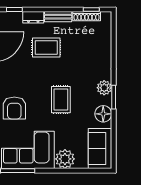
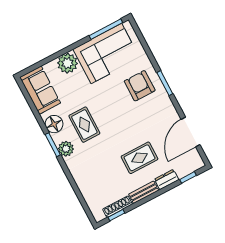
rug: (61, 100) -> (84, 125), moved

